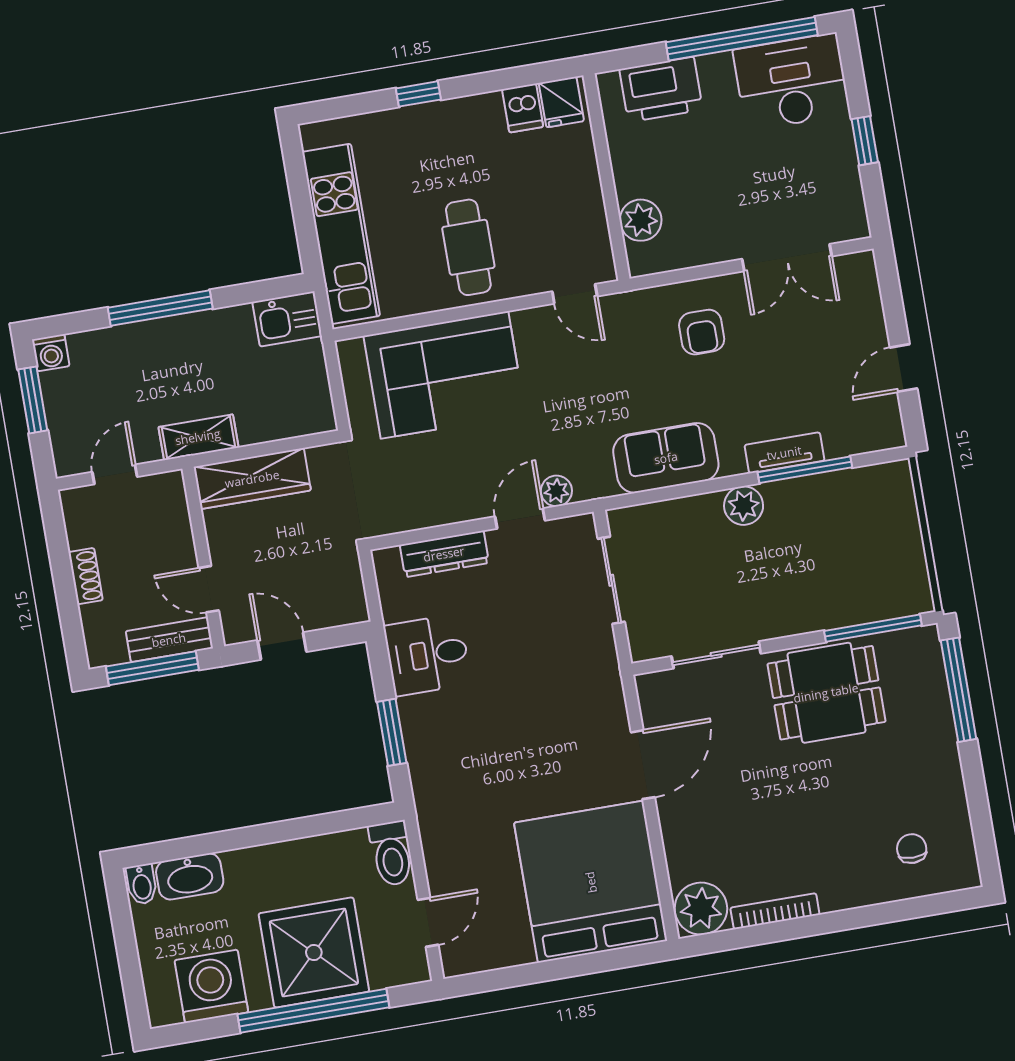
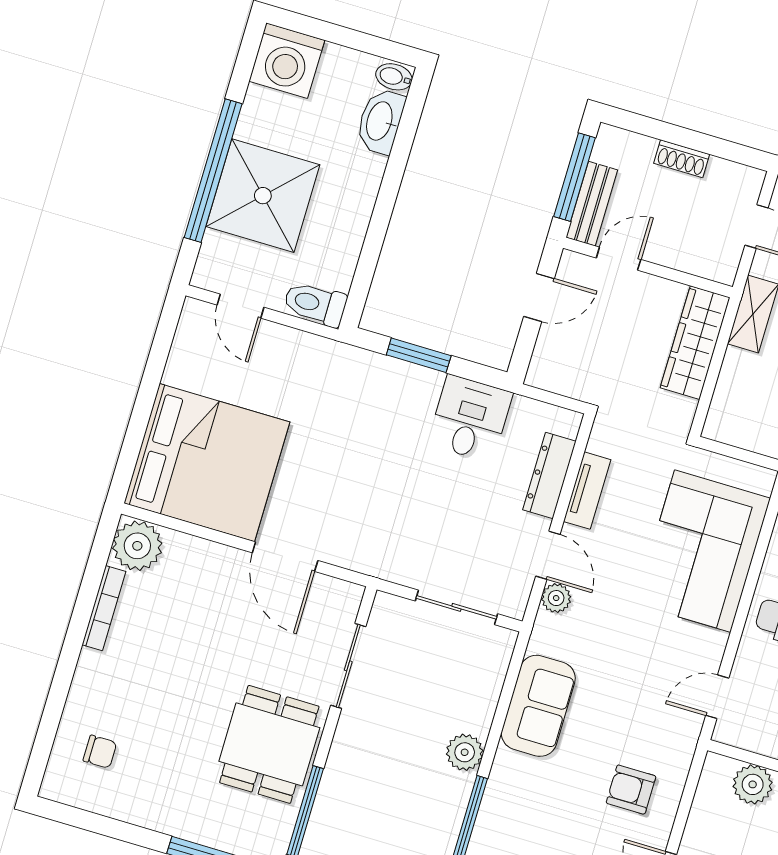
tv unit: (784, 453) -> (587, 491), moved
washing machine: (211, 986) -> (287, 61), moved, turned 90

